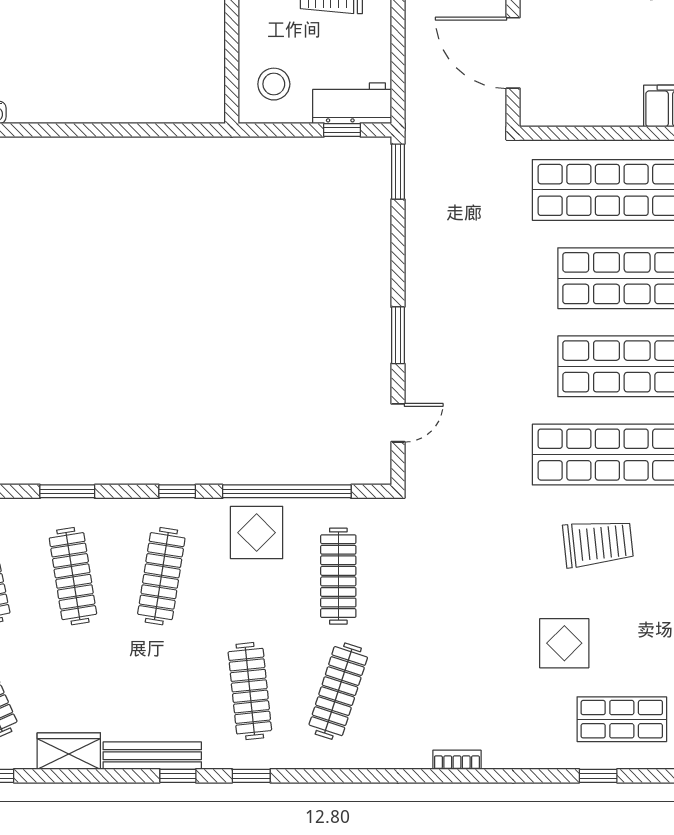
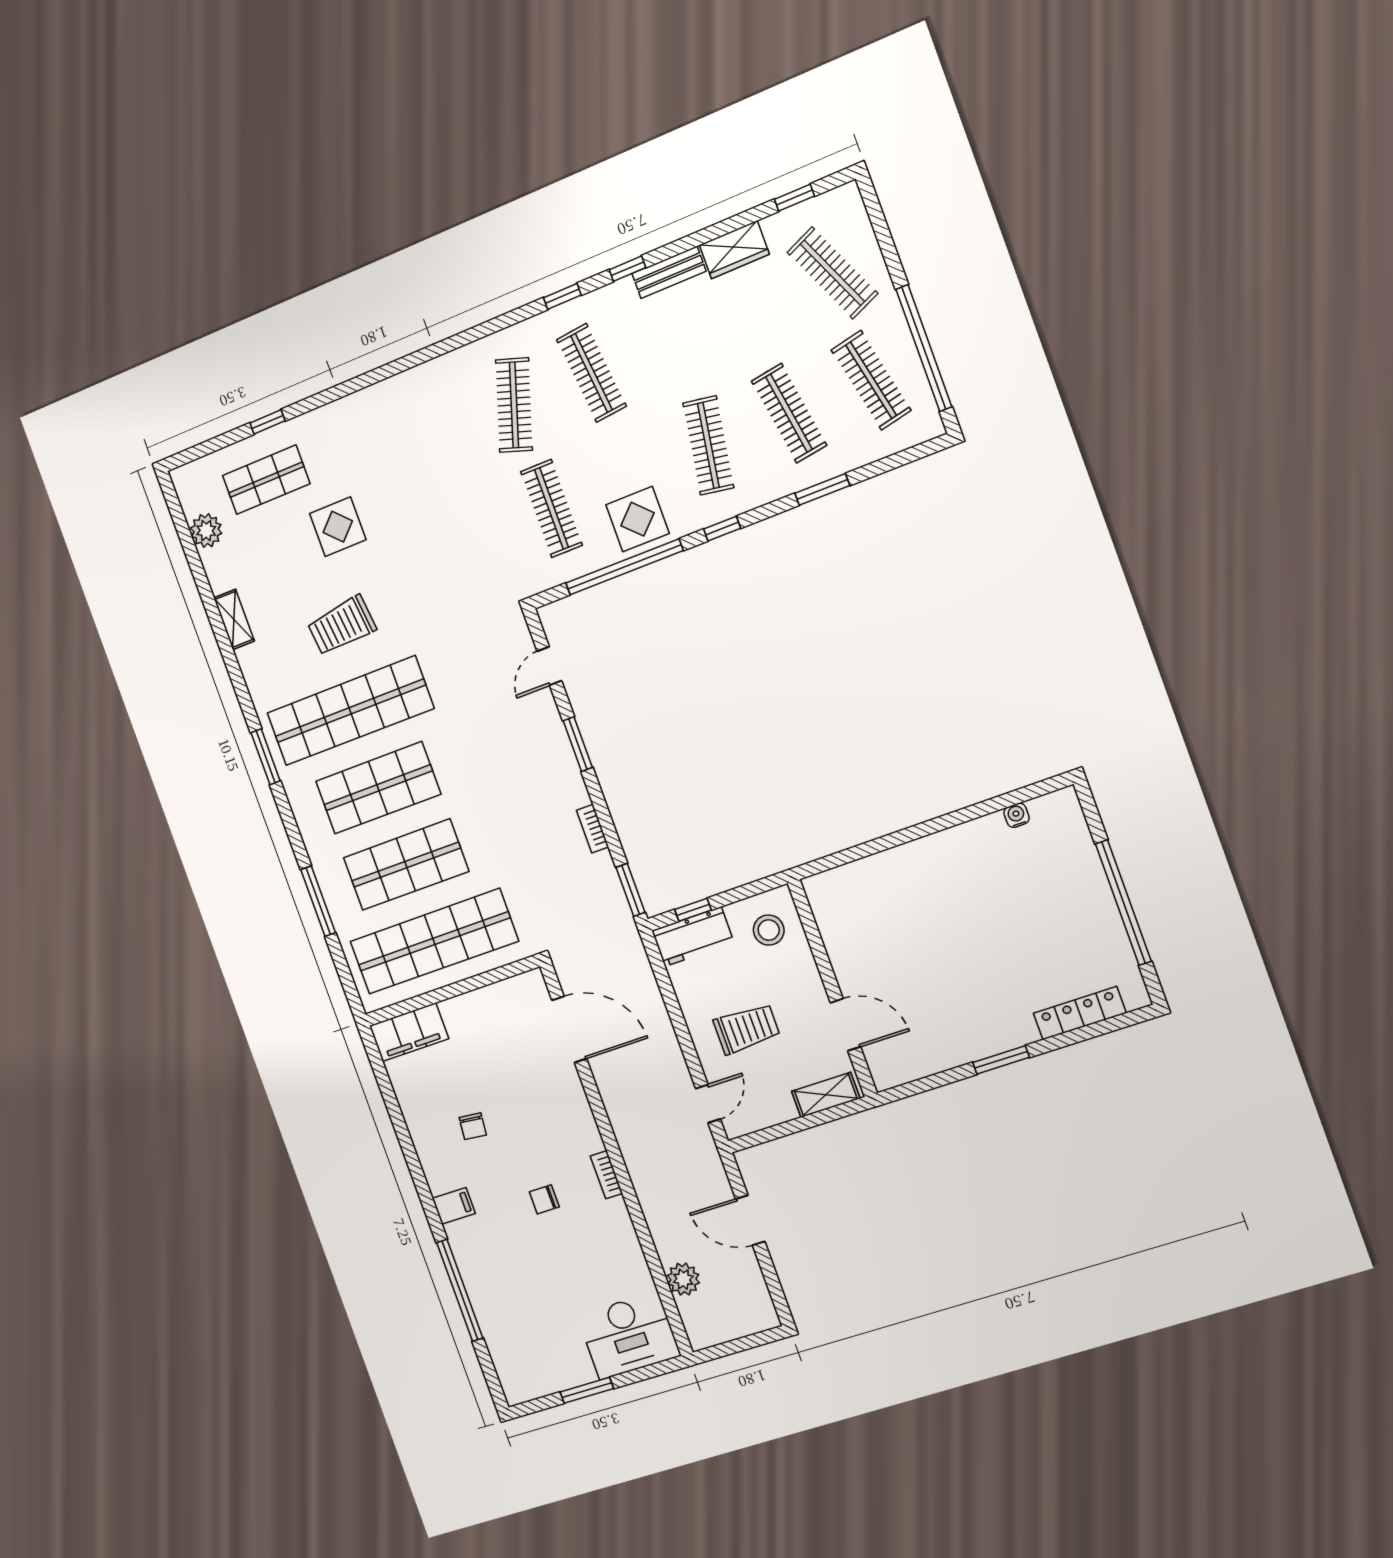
bench: (152, 756) -> (669, 272), width x0.73
bookcase: (457, 760) -> (593, 829), moved, turned 90

